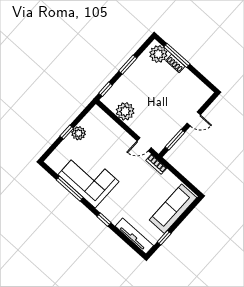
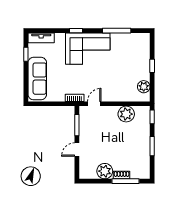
plant: (158, 54) -> (105, 171), moved
plant: (79, 133) -> (144, 87), moved
corner sofa: (89, 178) -> (88, 49), moved
tv unit: (134, 236) -> (41, 38), width x0.71

